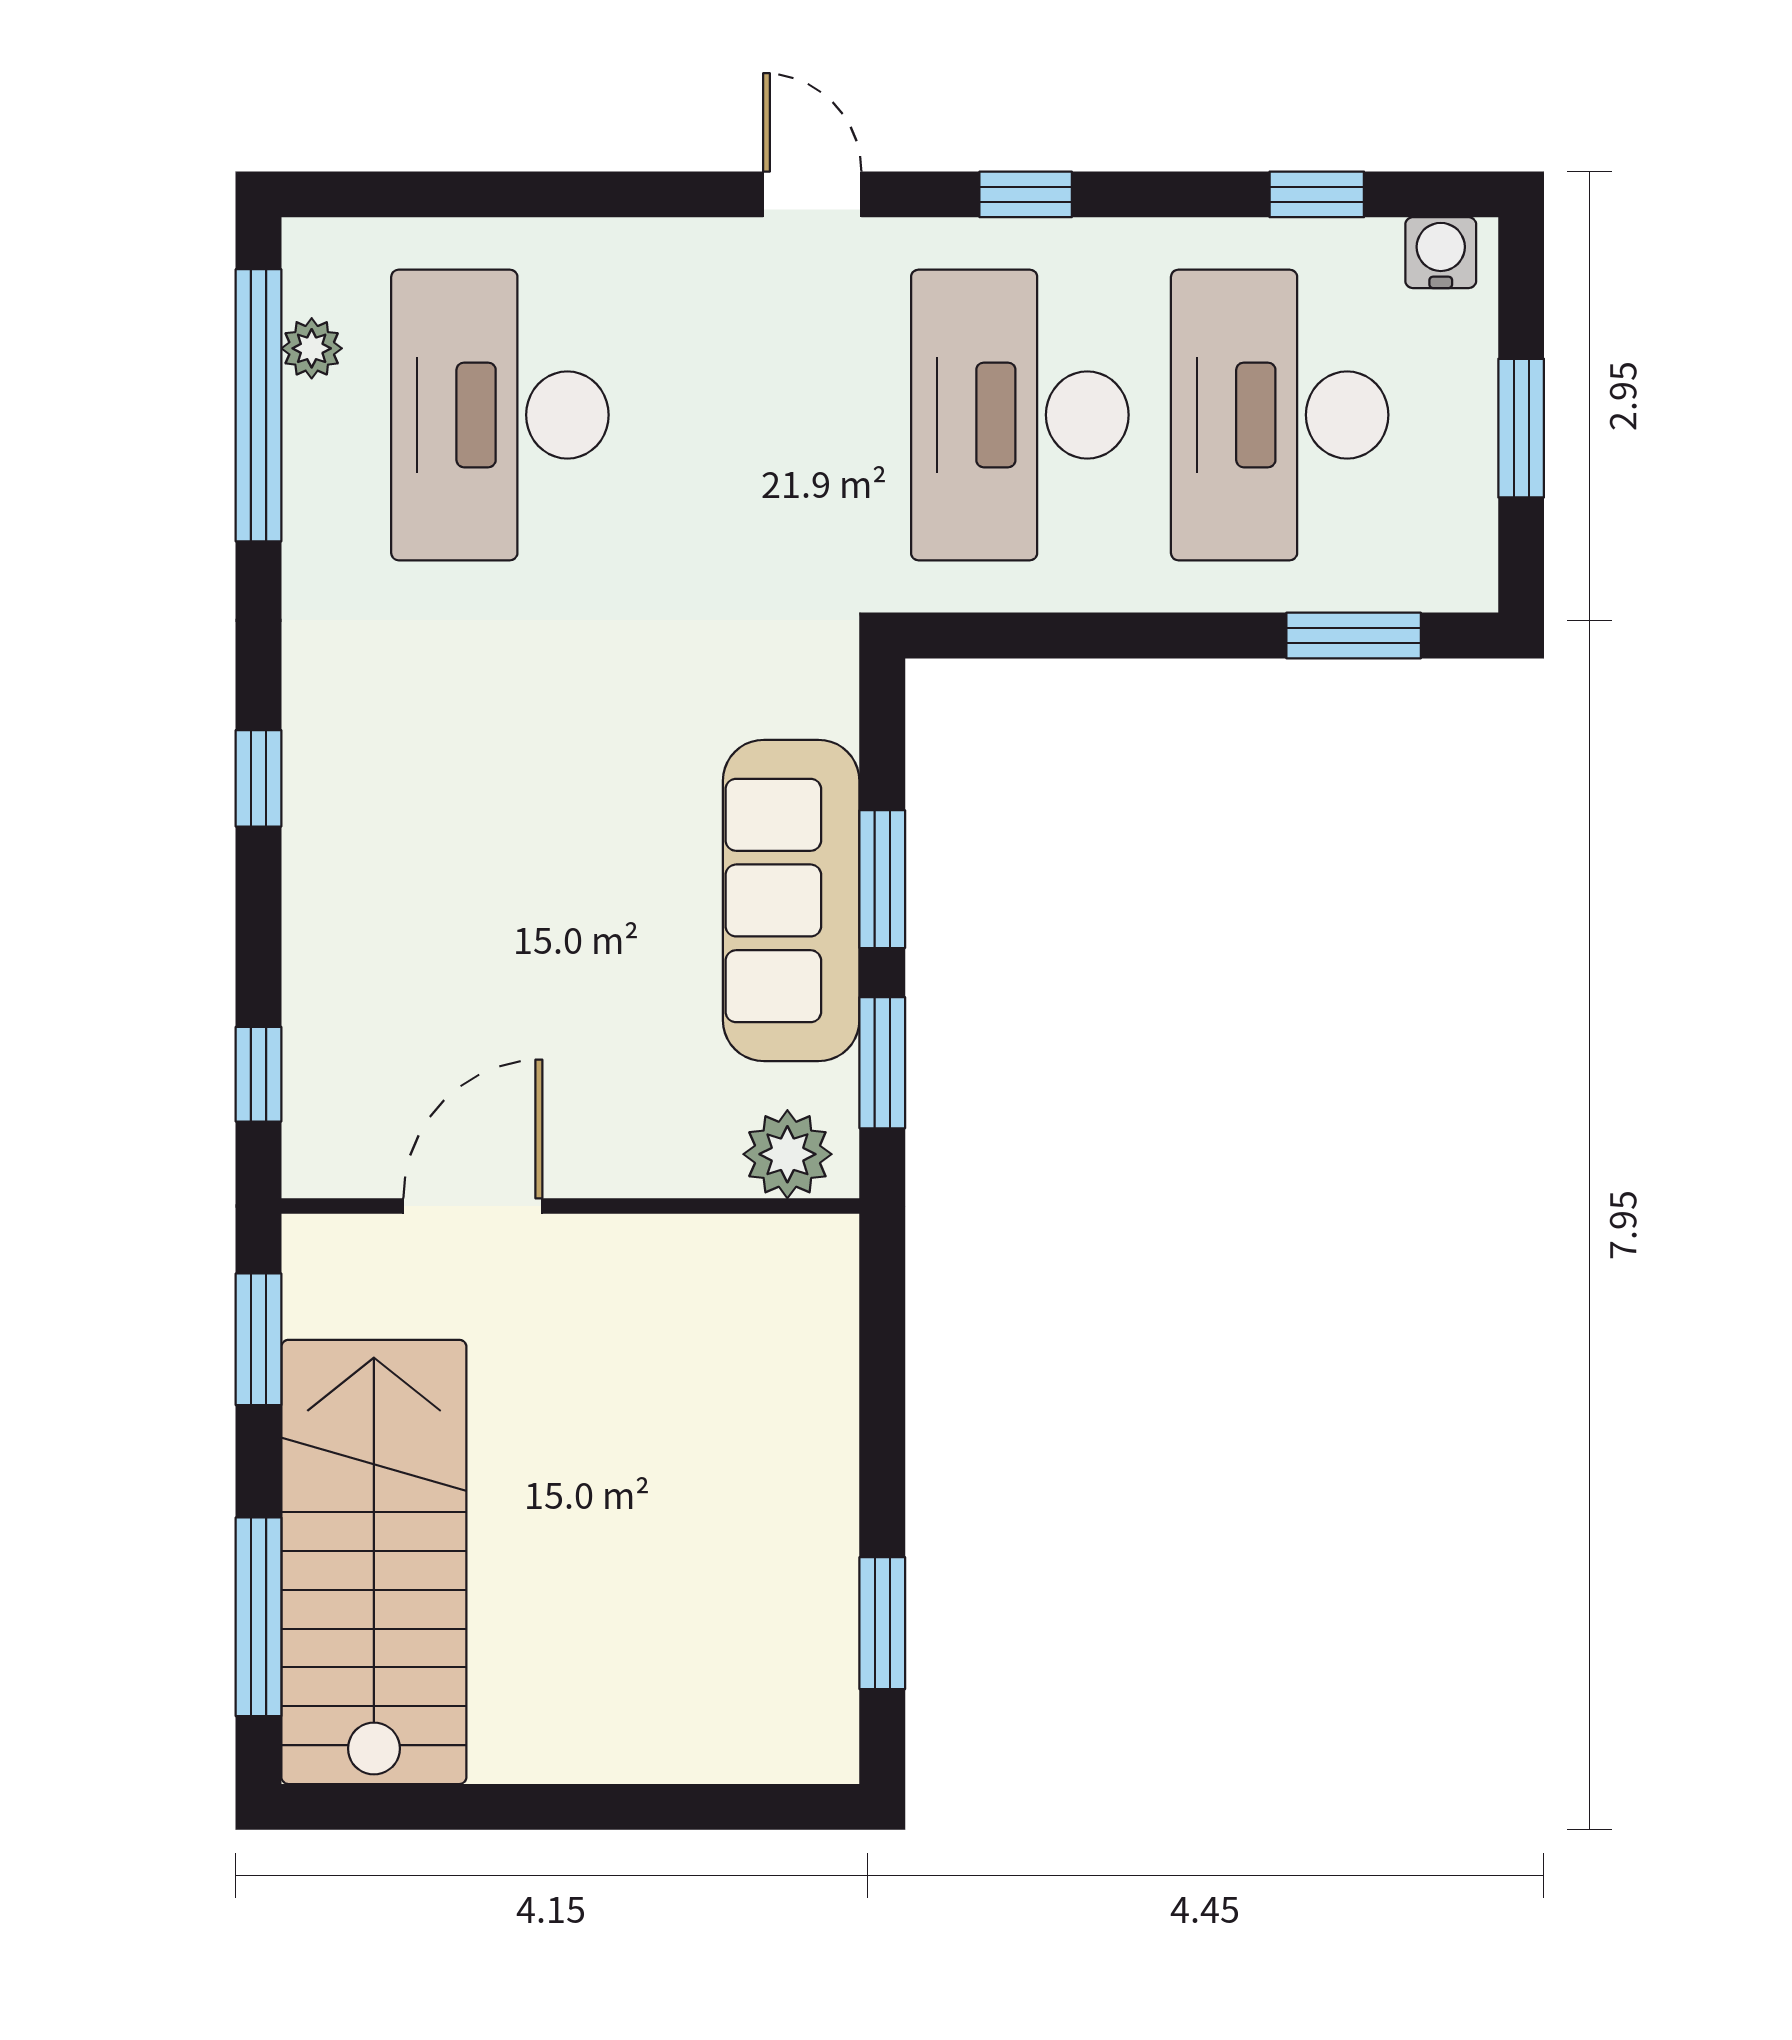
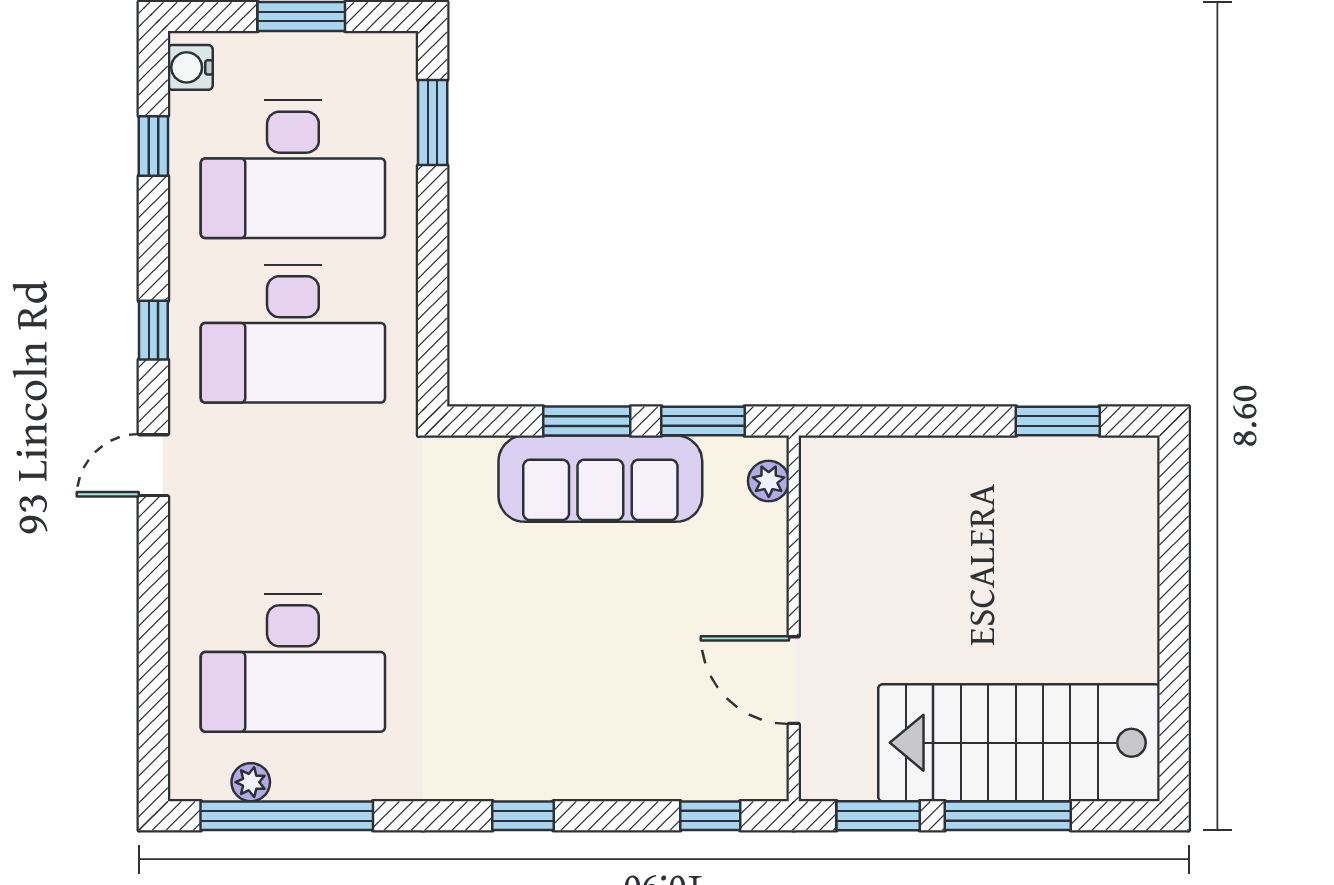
plant: (787, 1154) -> (769, 481), width x0.73, depth x0.73
window: (259, 1617) -> (1008, 816), moved

